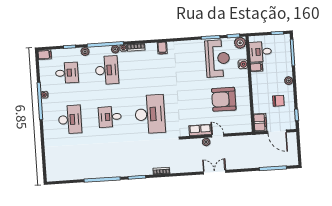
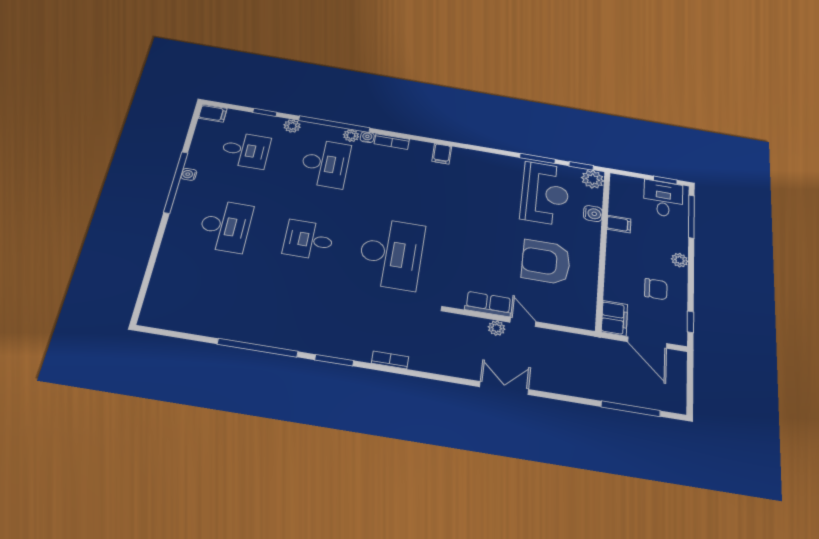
desk: (260, 52) -> (663, 199), moved, turned 90

